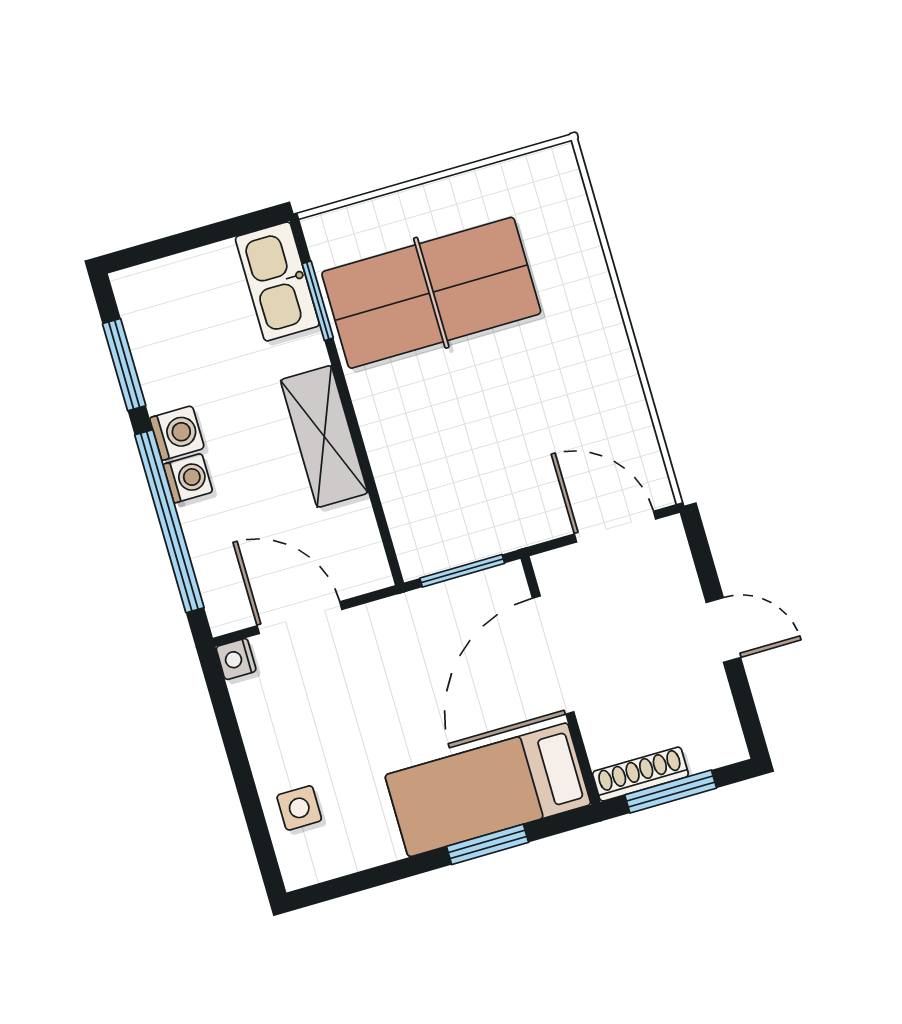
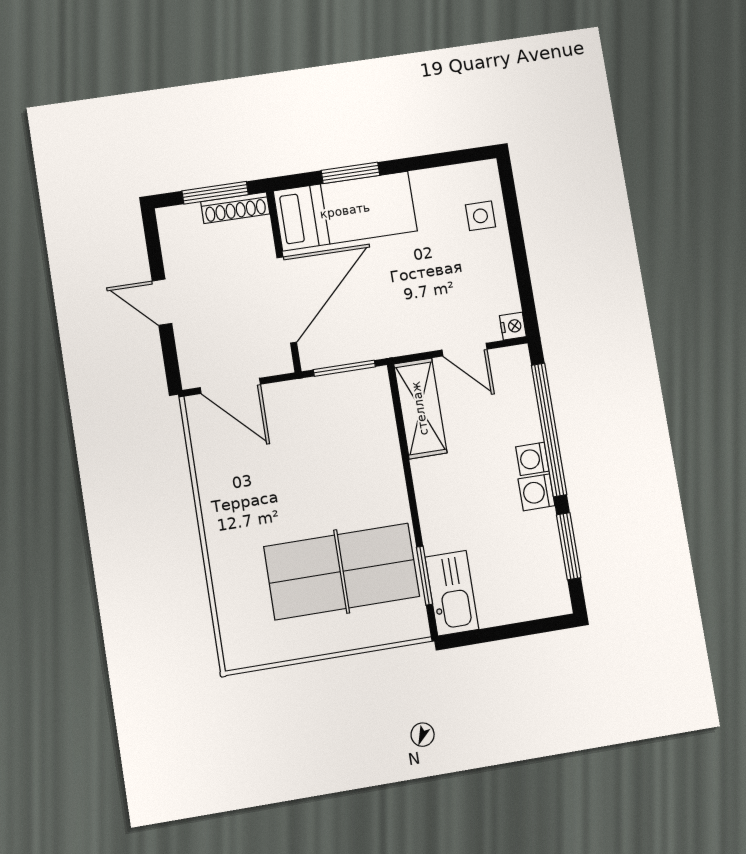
shelving: (324, 436) -> (420, 408), moved
door: (300, 618) -> (464, 350), width x0.73

